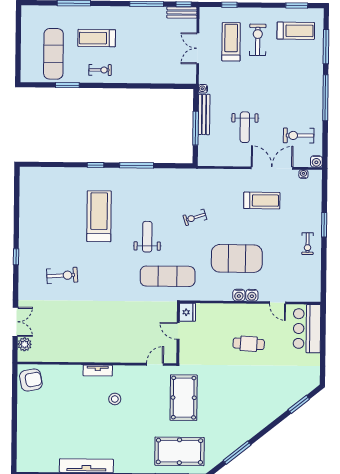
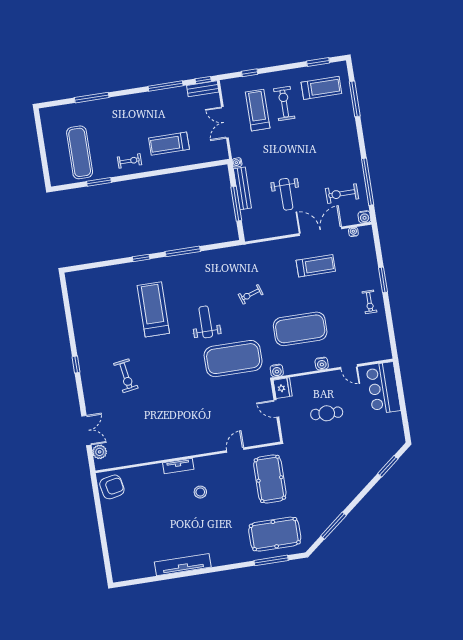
treadmill: (97, 38) -> (169, 144), moved
window: (325, 98) -> (368, 182), moved
exercise bike: (62, 276) -> (126, 376), turned 85
exercise mat: (168, 276) -> (233, 359), width x1.47
water cooler: (239, 295) -> (277, 371), moved
fridge: (187, 312) -> (283, 388), moved
door: (178, 331) -> (276, 409), moved
wall: (178, 333) -> (277, 411), moved

